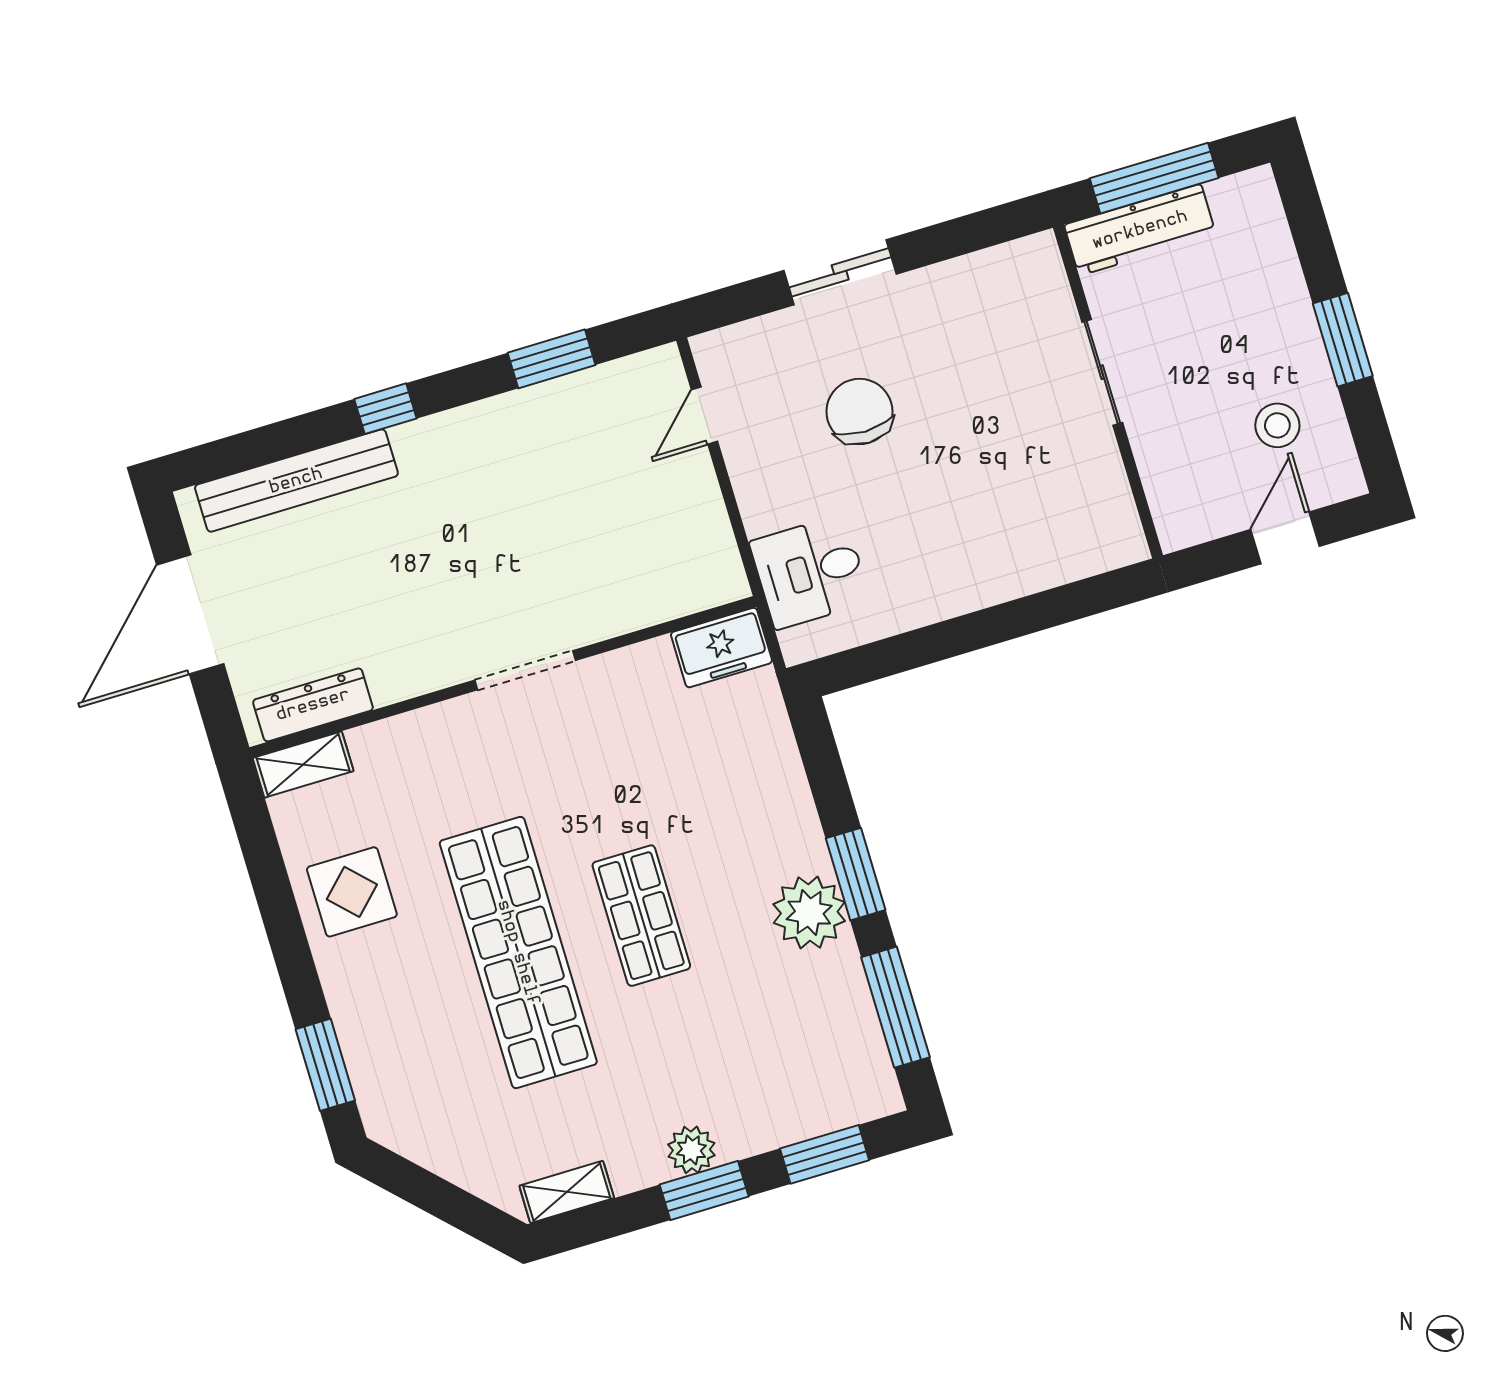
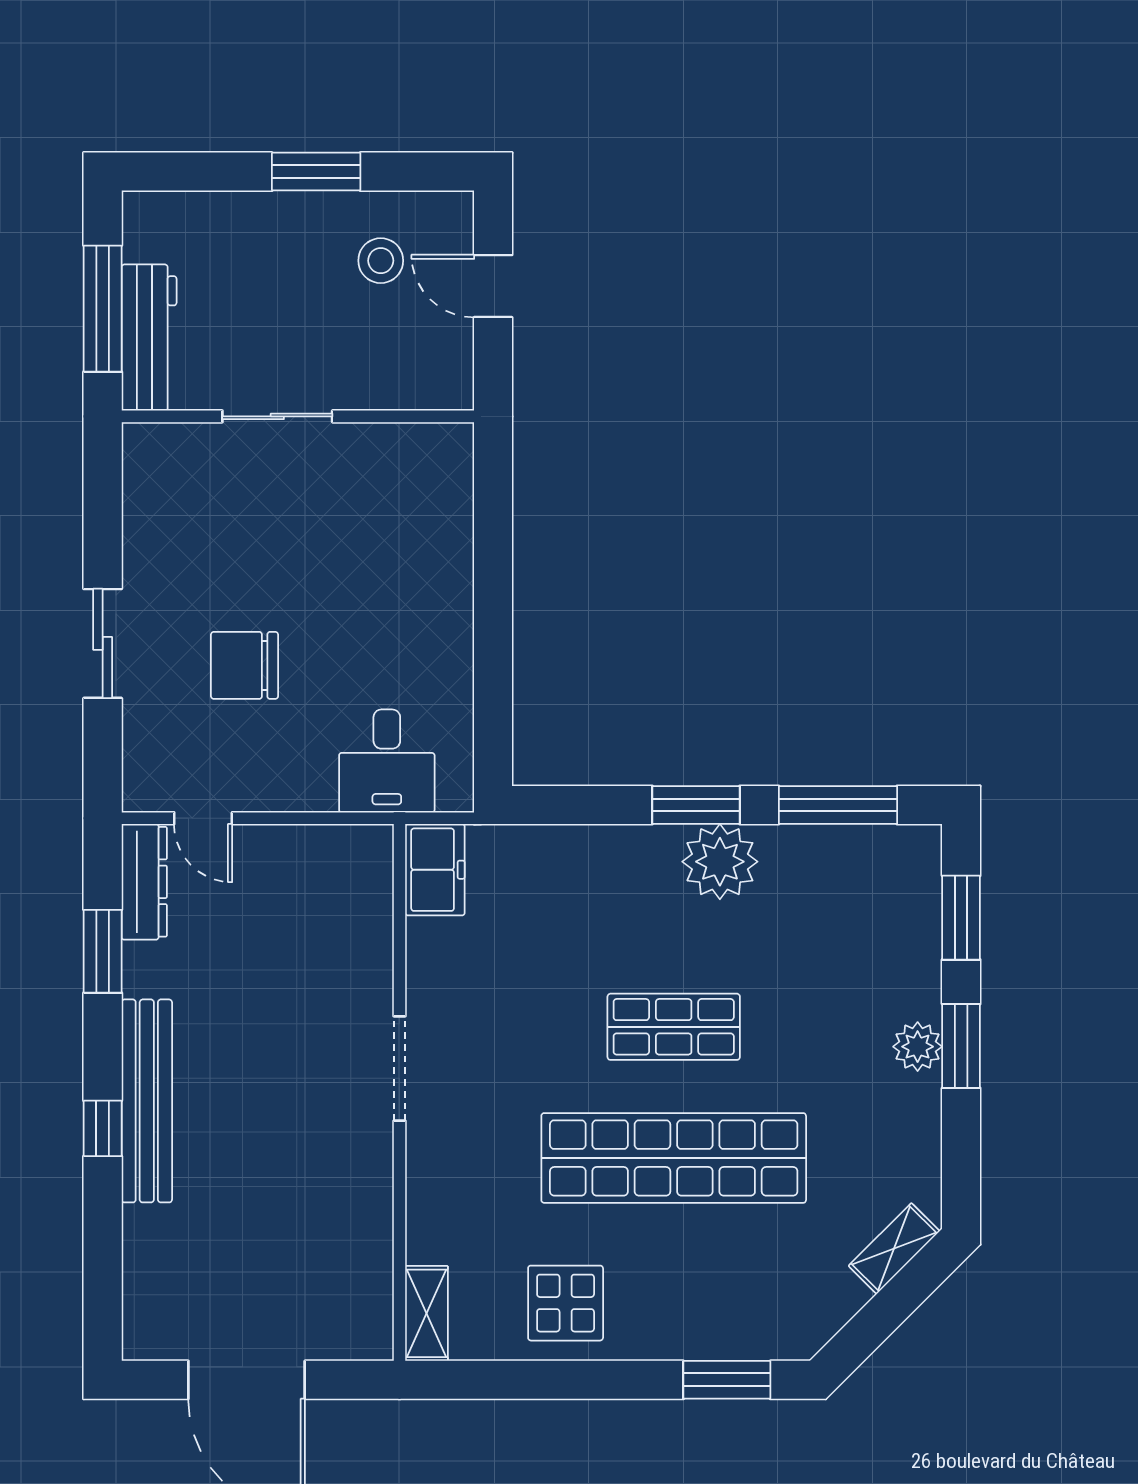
bench: (296, 481) -> (147, 1101), moved
dresser: (313, 705) -> (144, 882), moved, turned 180
shelving: (567, 1192) -> (894, 1248), moved, turned 45

